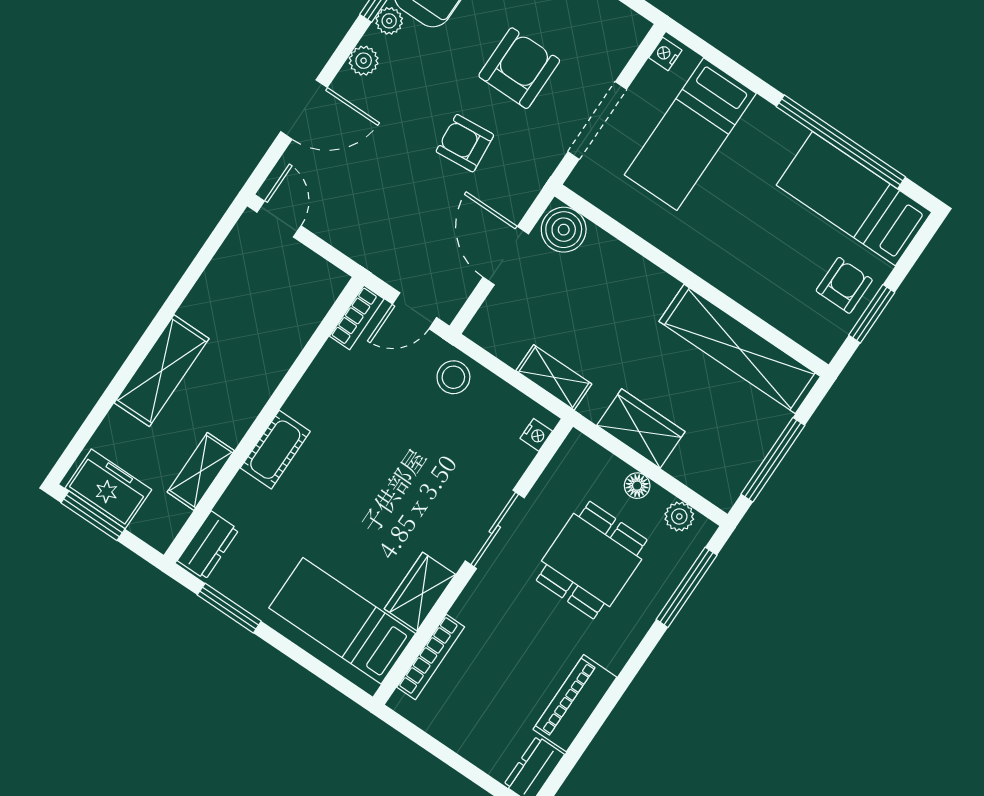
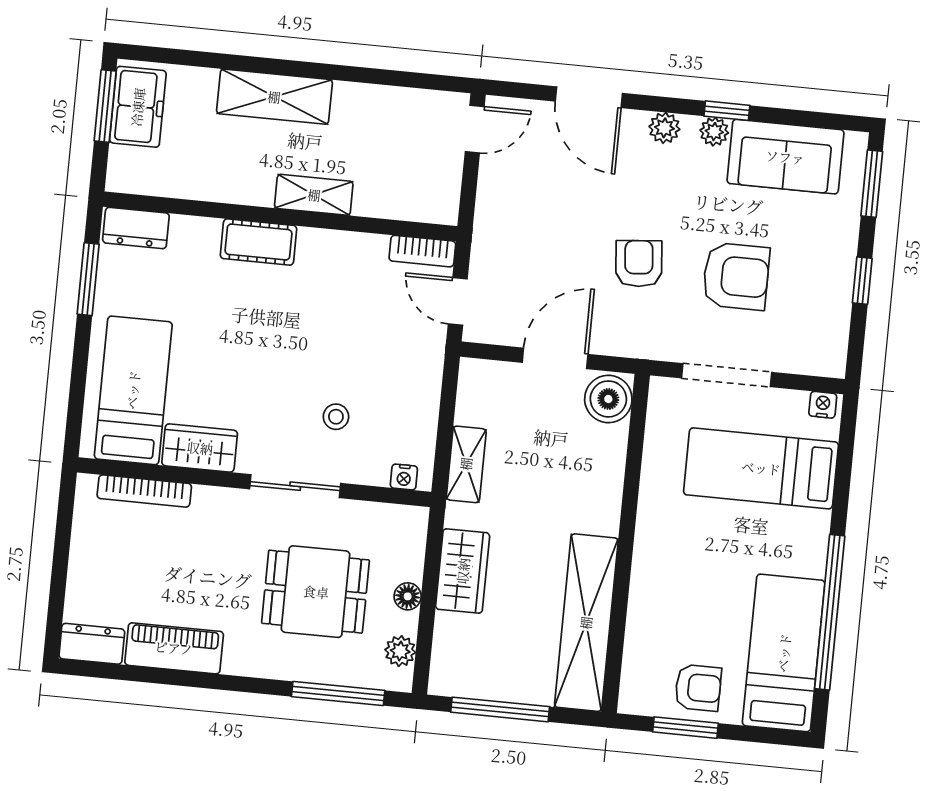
stool: (453, 377) -> (336, 417), moved, width x0.73, depth x0.73
shelving: (201, 471) -> (314, 195), moved

